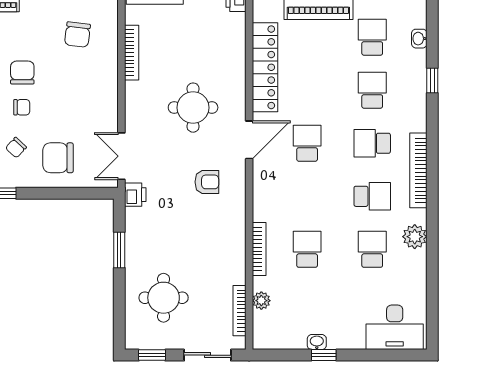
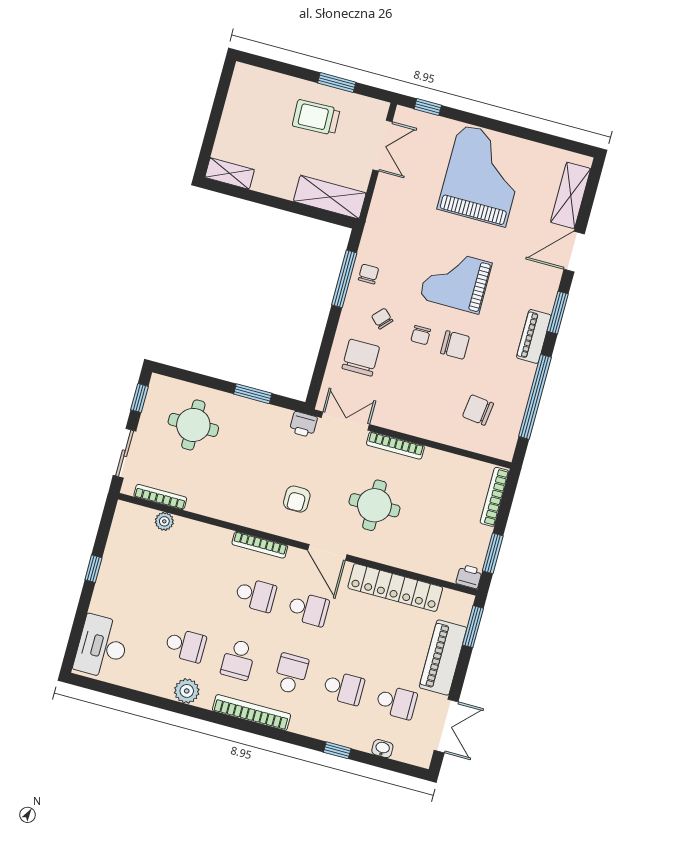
bookcase: (132, 53) -> (395, 445), moved
bookcase: (259, 249) -> (260, 545), moved
school desk: (307, 249) -> (256, 595), moved
washbasin: (317, 342) -> (108, 565), removed

